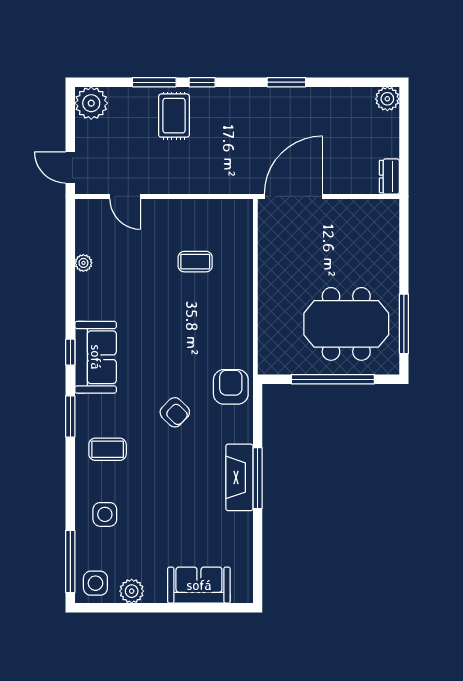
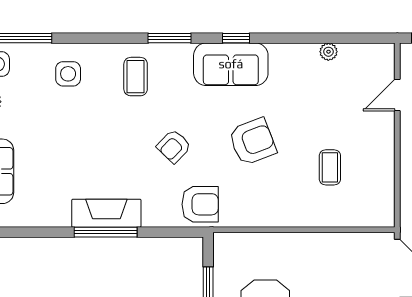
armchair: (170, 336) -> (252, 142), added

